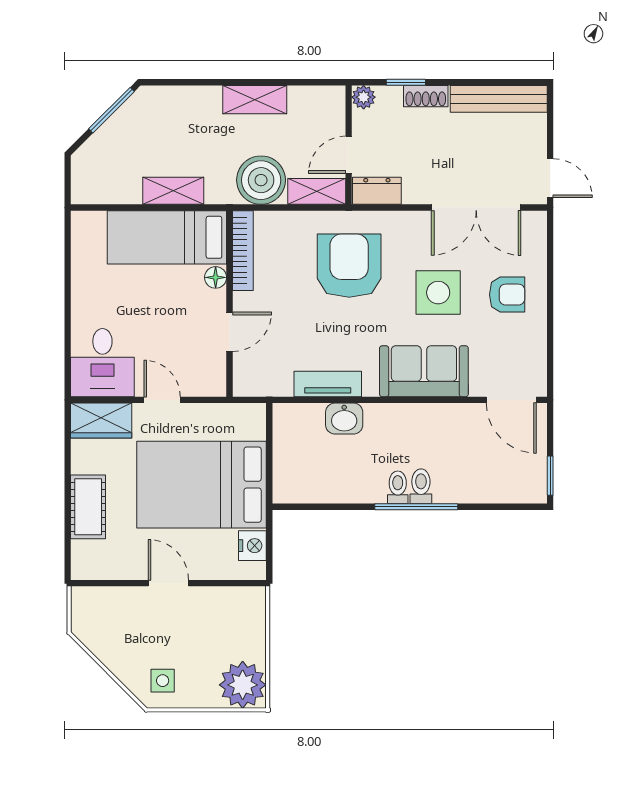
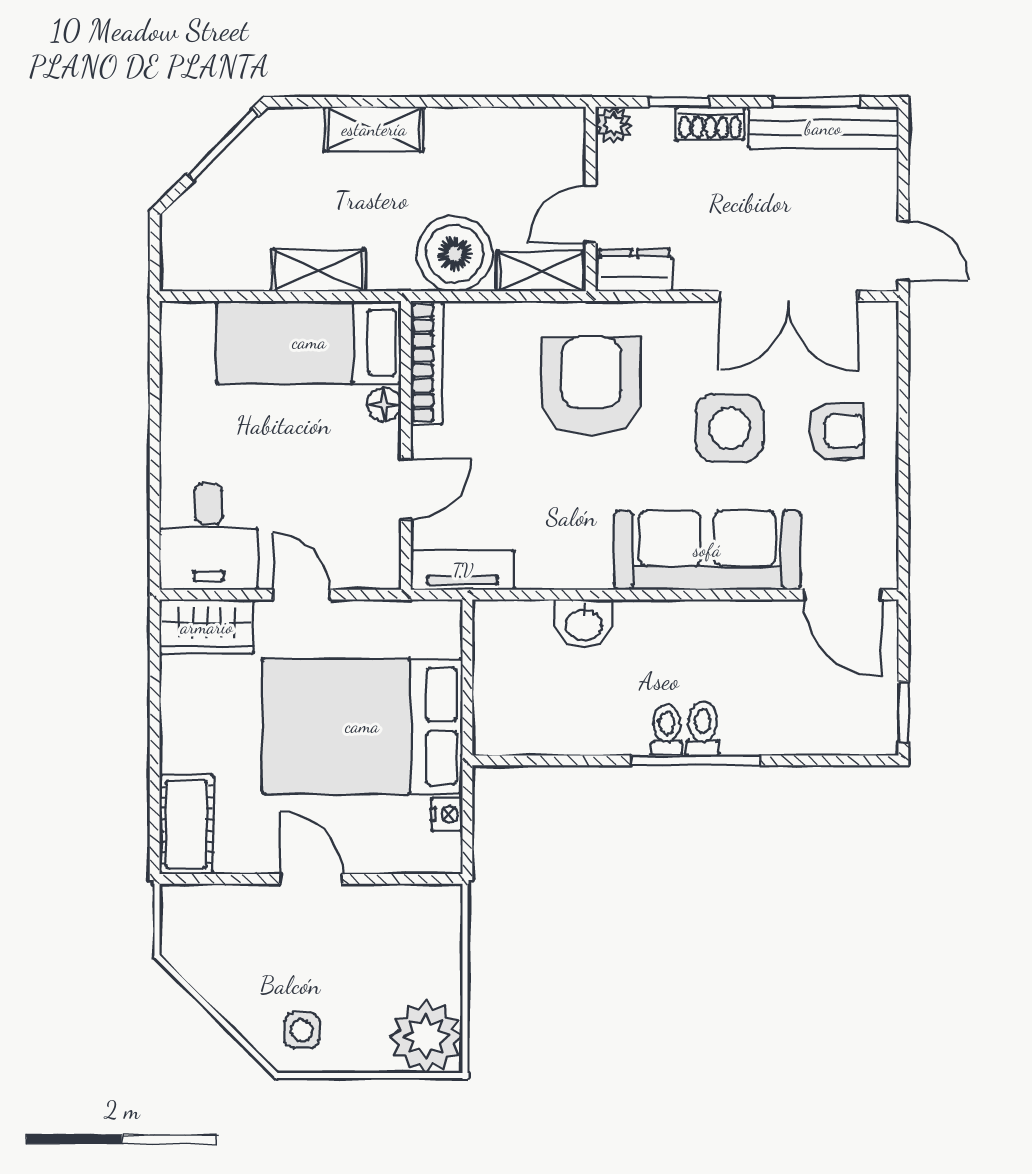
window: (494, 82) -> (816, 102), added
shelving: (255, 100) -> (374, 129), moved
sofa: (424, 371) -> (707, 550), width x1.36
tv unit: (328, 384) -> (463, 570), moved
cot: (88, 507) -> (186, 825), moved
nightstand: (252, 546) -> (447, 814), width x0.72, depth x0.74

